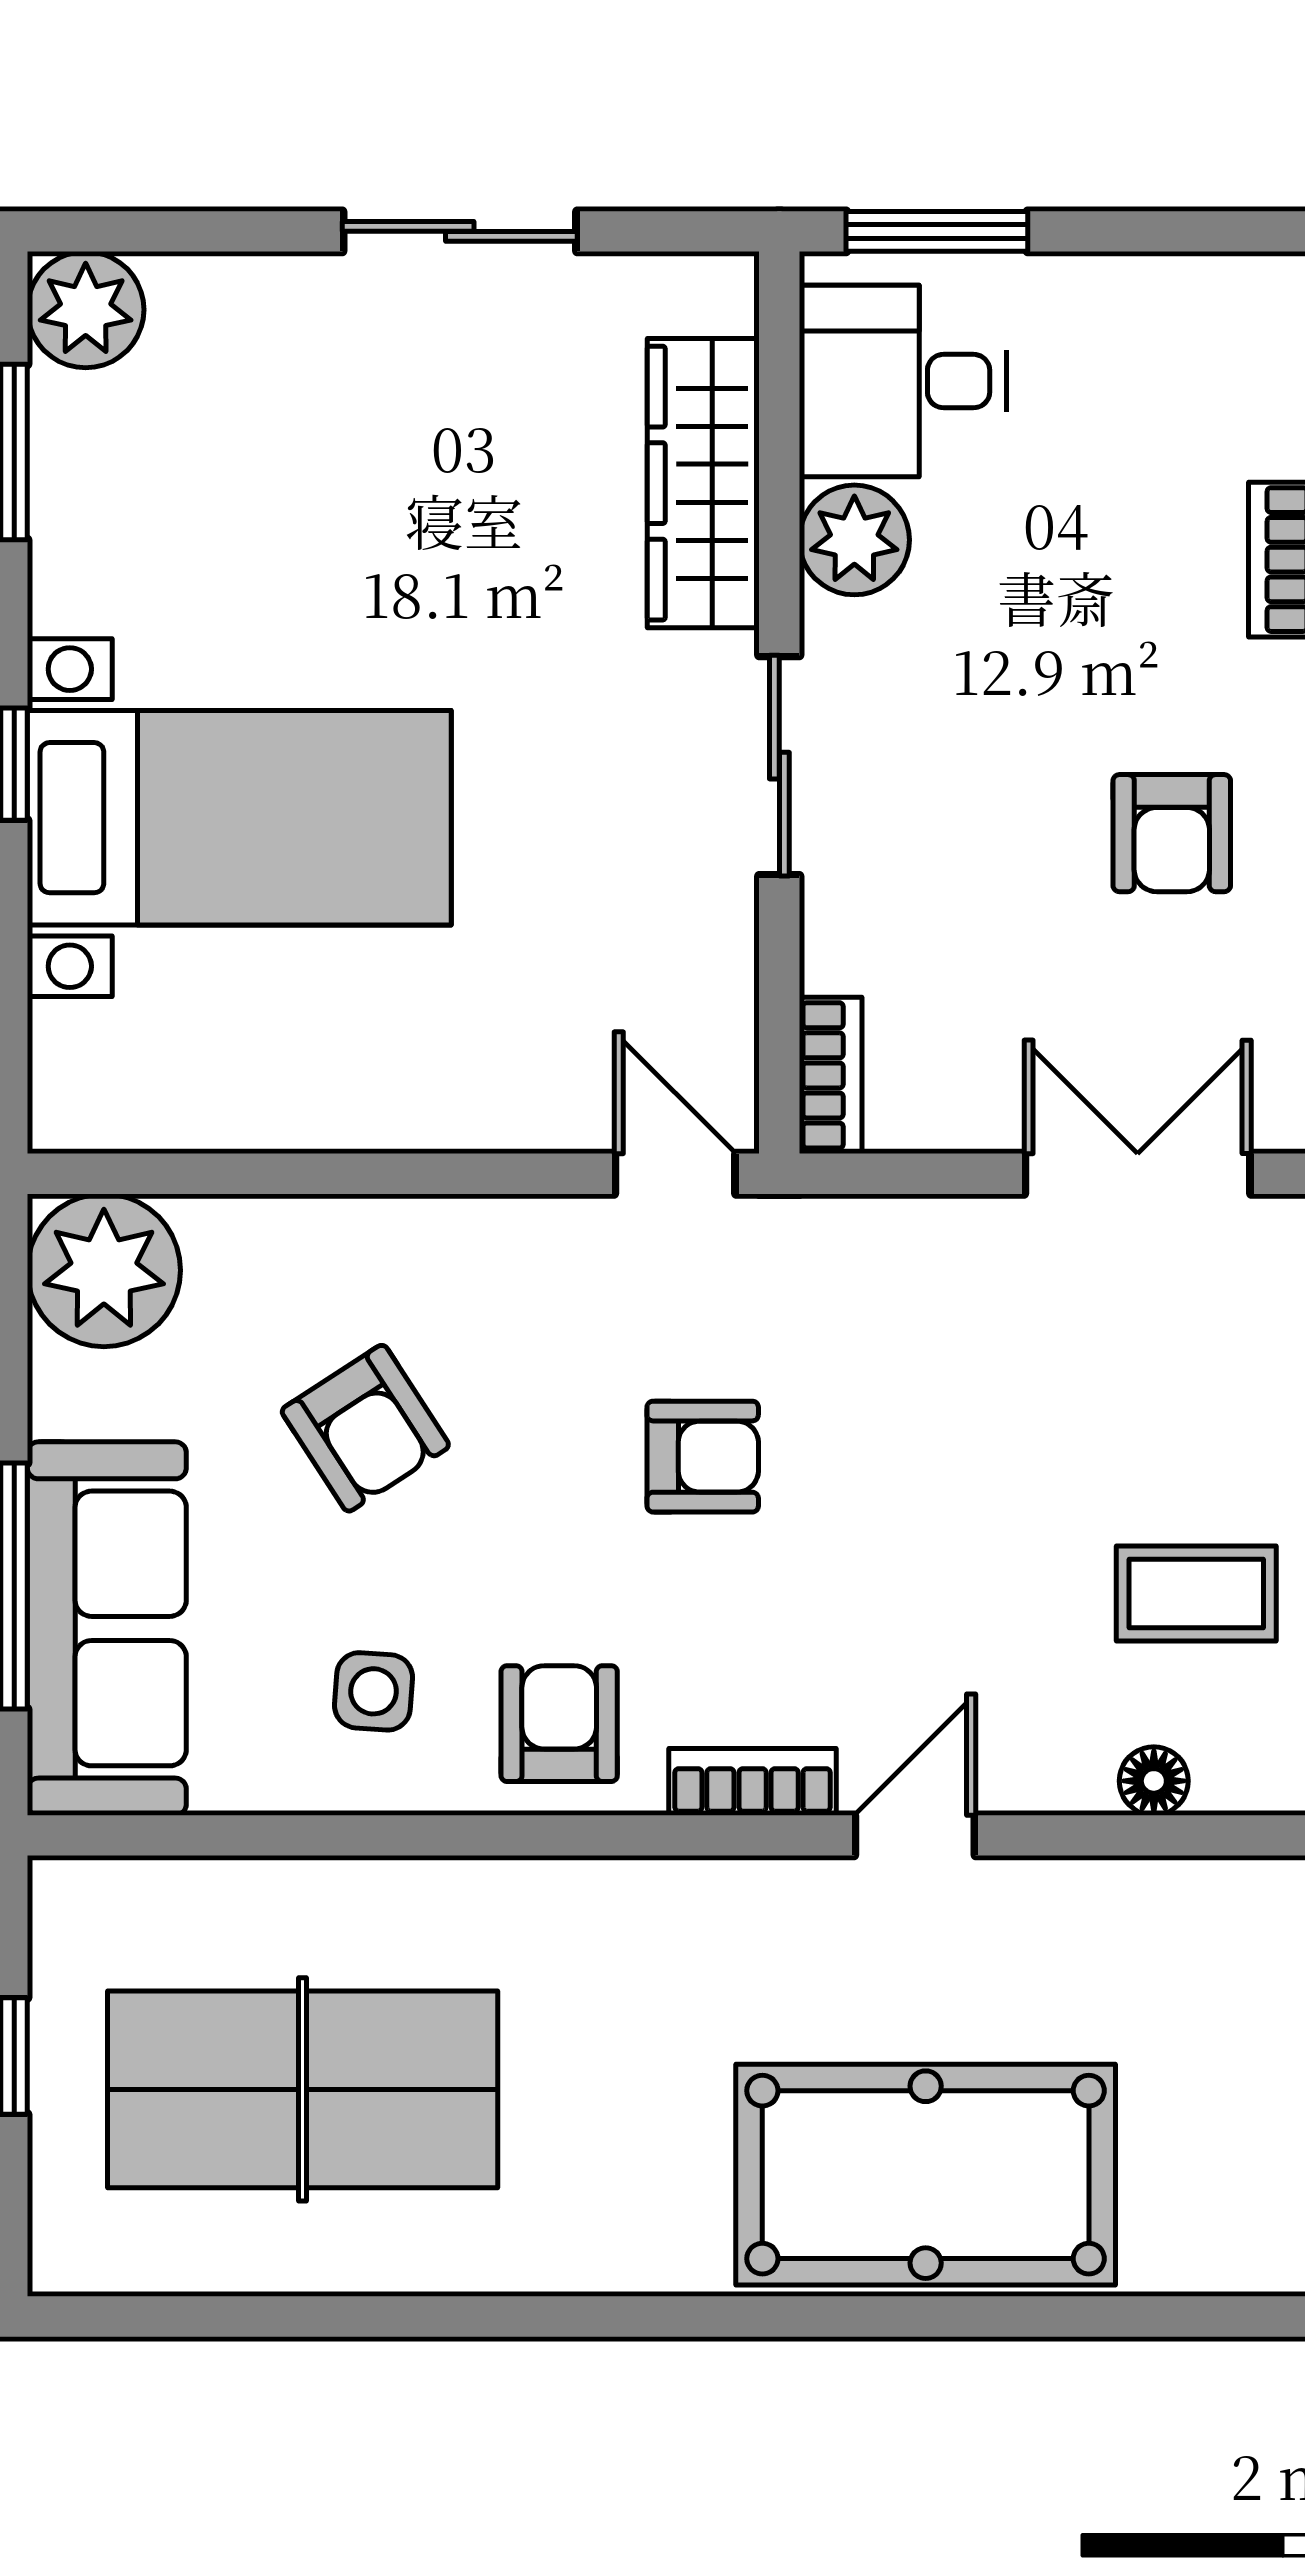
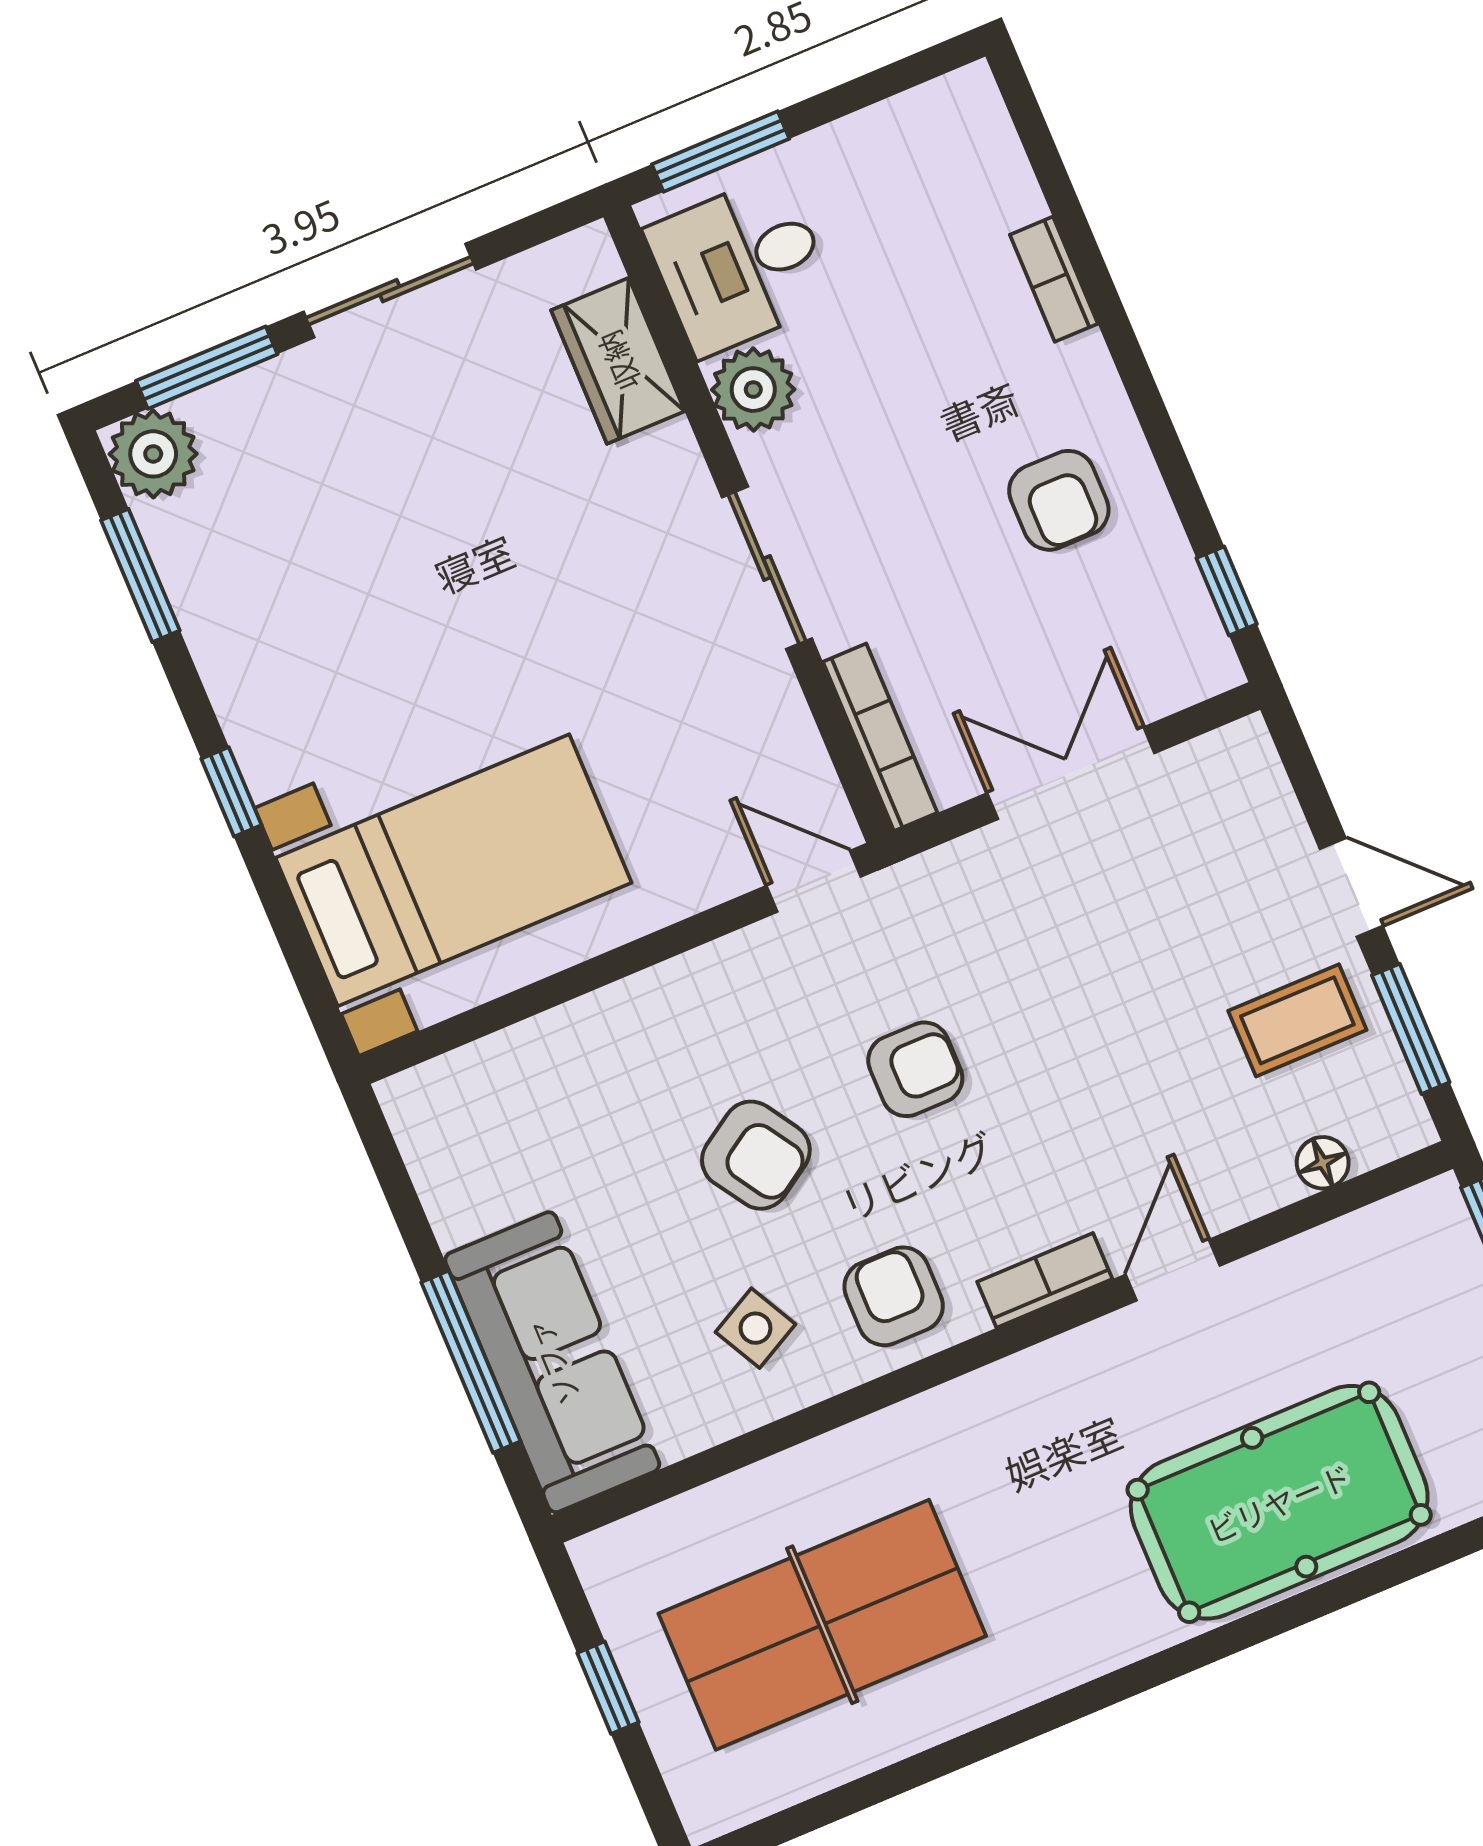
window: (196, 231) -> (207, 368), added
wardrobe: (703, 483) -> (618, 361), width x0.67
bed with nightstands: (239, 818) -> (454, 870), moved
bookcase: (831, 1075) -> (880, 737), width x1.56
double door: (1138, 1174) -> (1071, 773), moved
plant: (104, 1270) -> (446, 1115), removed
armchair: (365, 1428) -> (756, 1155), moved
side table: (373, 1691) -> (755, 1328), turned -32

